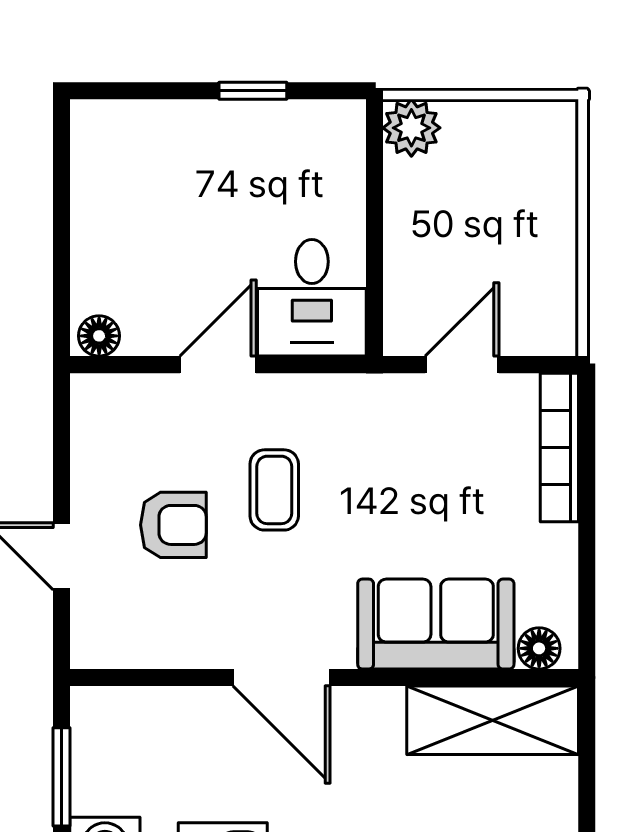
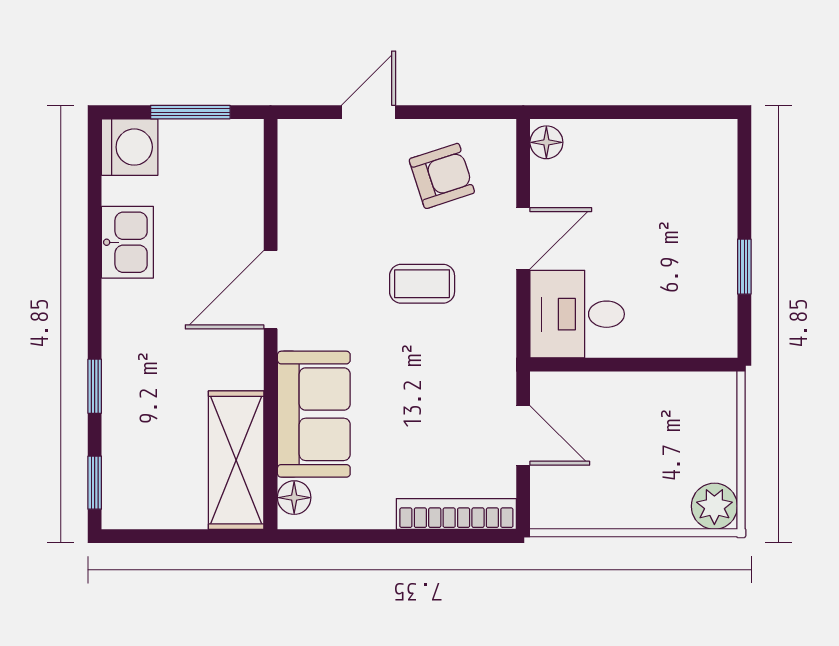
plant: (411, 128) -> (714, 506), moved
door: (218, 365) -> (523, 238), hinge flipped
armchair: (173, 525) -> (442, 176), moved, turned -108

